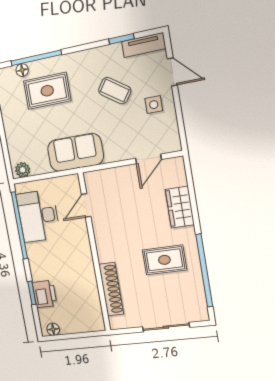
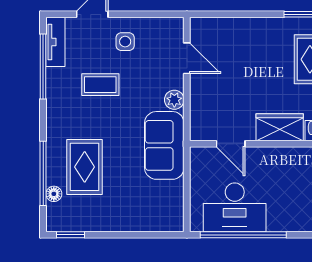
window: (121, 39) -> (43, 66), width x2.17
coffee table: (115, 91) -> (100, 85), turned 55
plant: (23, 170) -> (174, 100), moved
wardrobe: (180, 207) -> (280, 127), moved, turned 180

